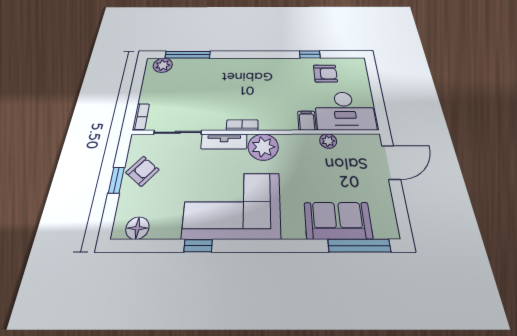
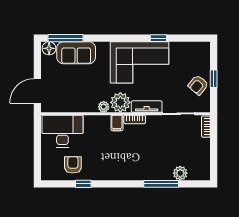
window: (188, 55) -> (161, 184), moved
plant: (163, 65) -> (180, 173), moved
armchair: (325, 74) -> (73, 165), turned 90
filing cabinet: (307, 121) -> (117, 123), moved
plant: (328, 141) -> (104, 107), moved
floor lamp: (137, 228) -> (49, 48), moved

